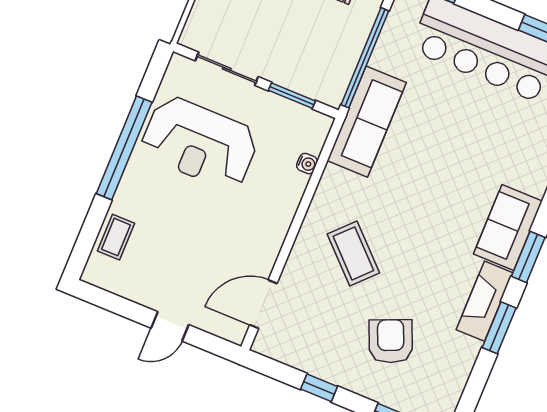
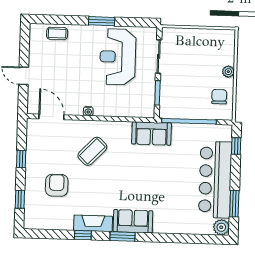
sofa: (367, 122) -> (151, 133), width x0.73
window: (124, 148) -> (102, 21), width x0.47
water cooler: (307, 164) -> (88, 111), moved
window: (499, 328) -> (83, 235), width x0.67
armchair: (391, 341) -> (57, 185), turned -67

